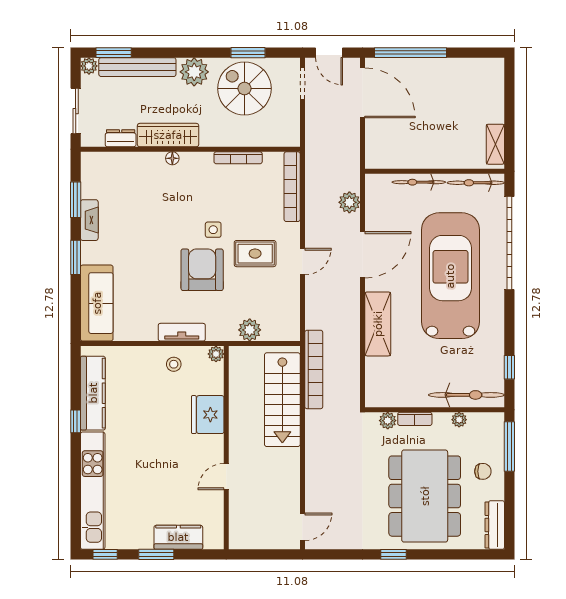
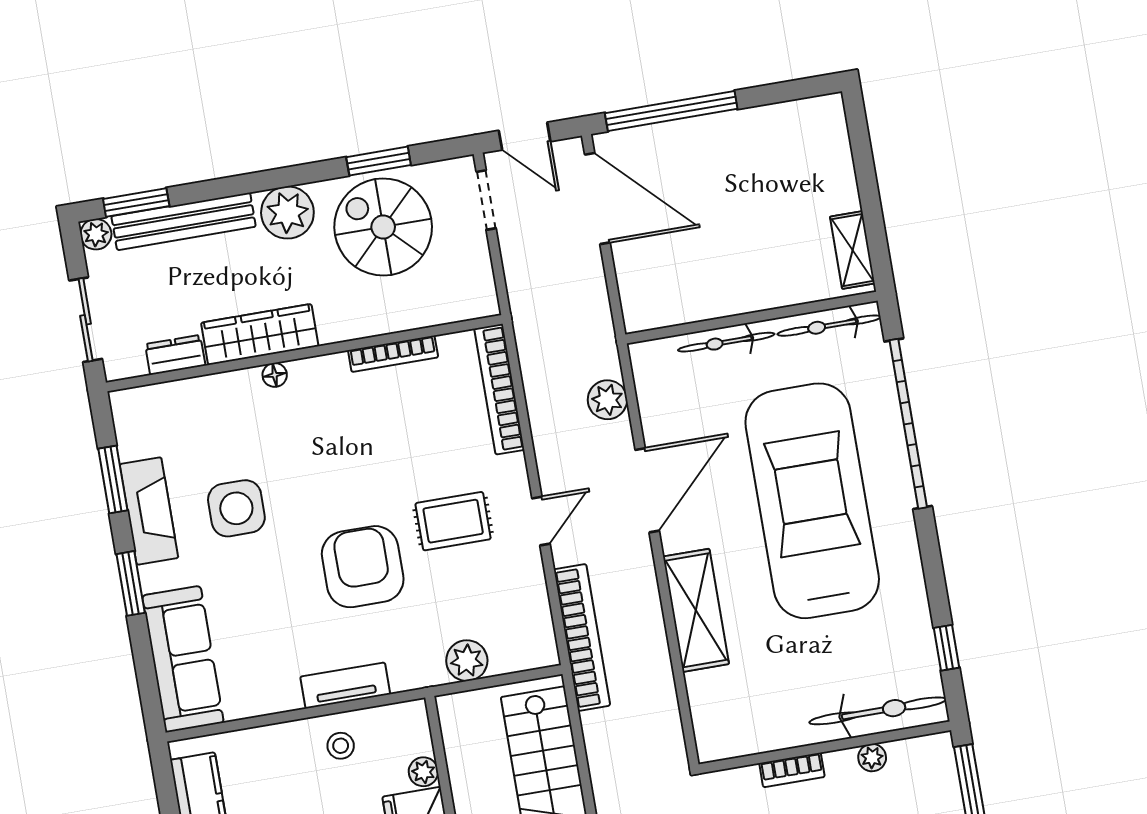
fireplace: (89, 220) -> (149, 511), width x1.37, depth x1.32
side table: (213, 230) -> (236, 508), moved, width x1.87, depth x1.87
plant: (216, 354) -> (423, 772), moved
bookcase: (314, 369) -> (582, 637), moved
plant: (388, 421) -> (744, 781), removed

